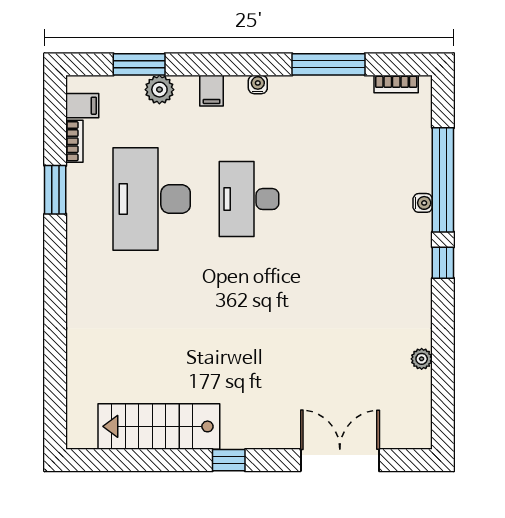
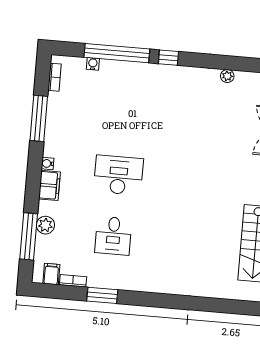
window: (139, 64) -> (29, 236), width x1.44
filing cabinet: (212, 91) -> (49, 185), width x2.00
desk: (152, 199) -> (113, 236), width x0.53, depth x0.77
desk: (249, 199) -> (118, 175), turned 180
water cooler: (423, 203) -> (93, 64), moved

